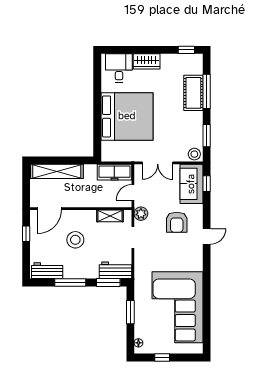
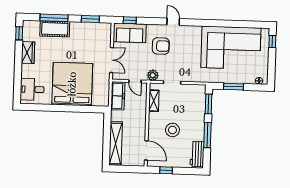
wardrobe: (147, 61) -> (28, 53), moved
stool: (194, 154) -> (105, 30), removed
workbench: (115, 270) -> (199, 98), removed
window: (162, 357) -> (272, 41), moved

